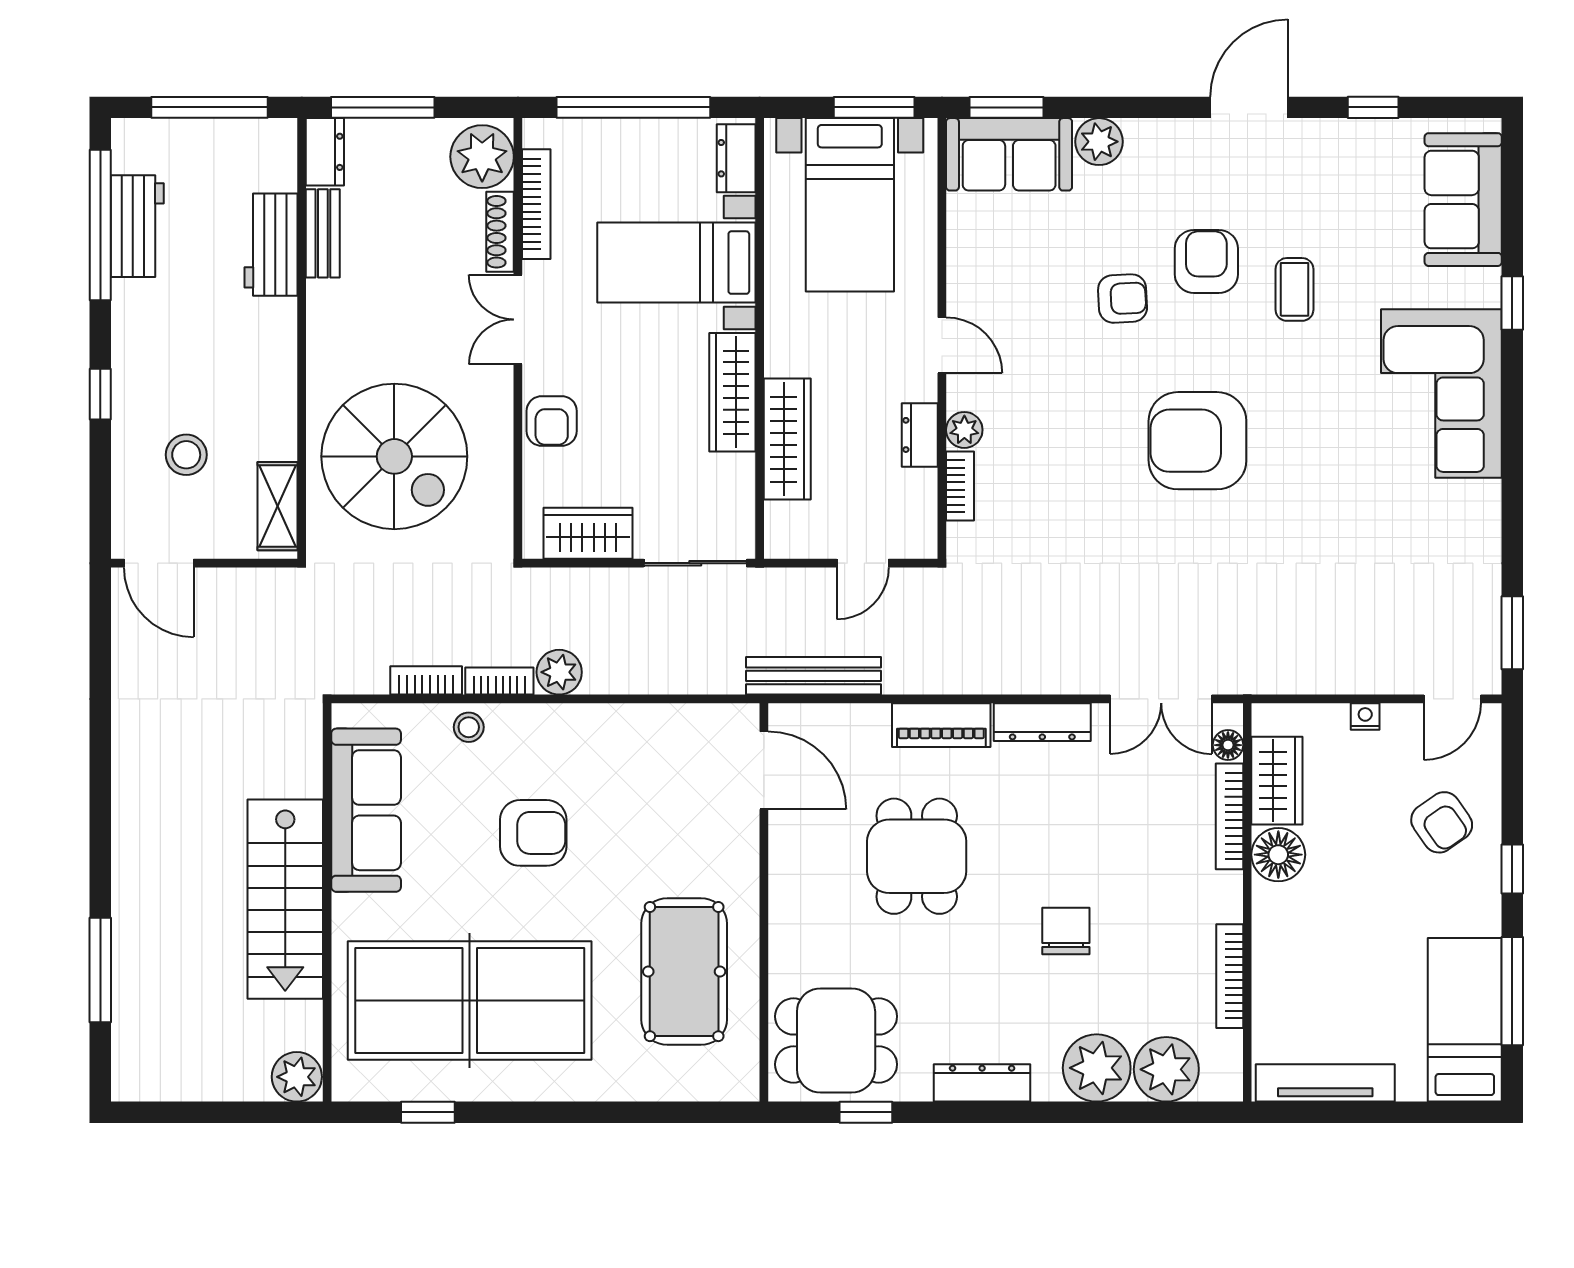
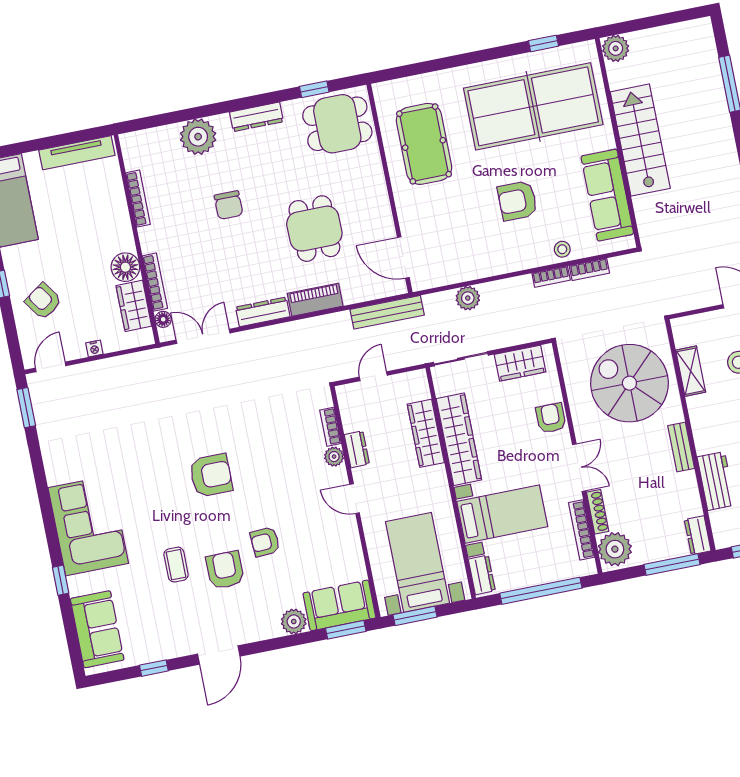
bench: (323, 233) -> (681, 447), moved
armchair: (1206, 261) -> (225, 570), turned 180
wardrobe: (732, 392) -> (459, 439), width x1.40, depth x1.17
armchair: (1197, 441) -> (211, 475), width x0.73, depth x0.73
shelving: (278, 506) -> (691, 371), moved
plant: (559, 672) -> (468, 298), moved
plant: (1166, 1069) -> (162, 143), removed

